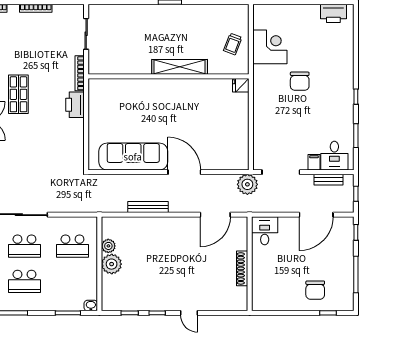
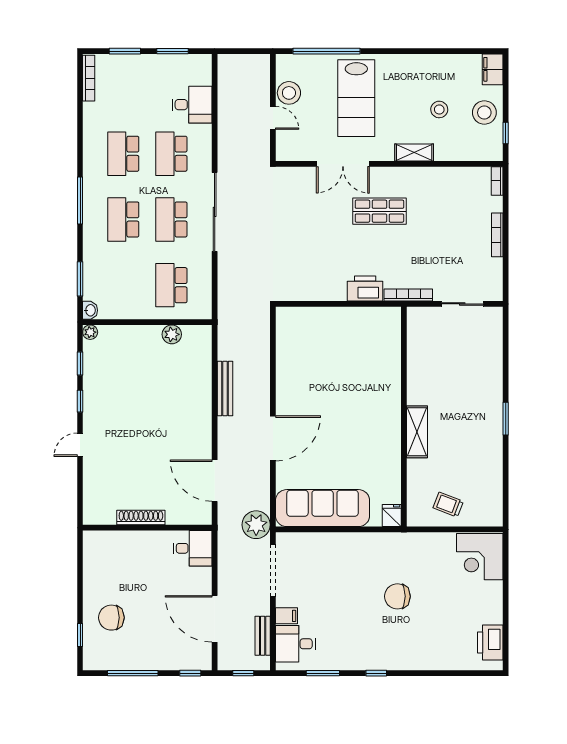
corner desk: (270, 47) -> (480, 557), moved, turned 90
shelving: (180, 67) -> (417, 432), width x0.68
sofa: (133, 157) -> (323, 508), moved, turned -90
plant: (112, 264) -> (90, 332), moved, width x0.53, depth x0.53

